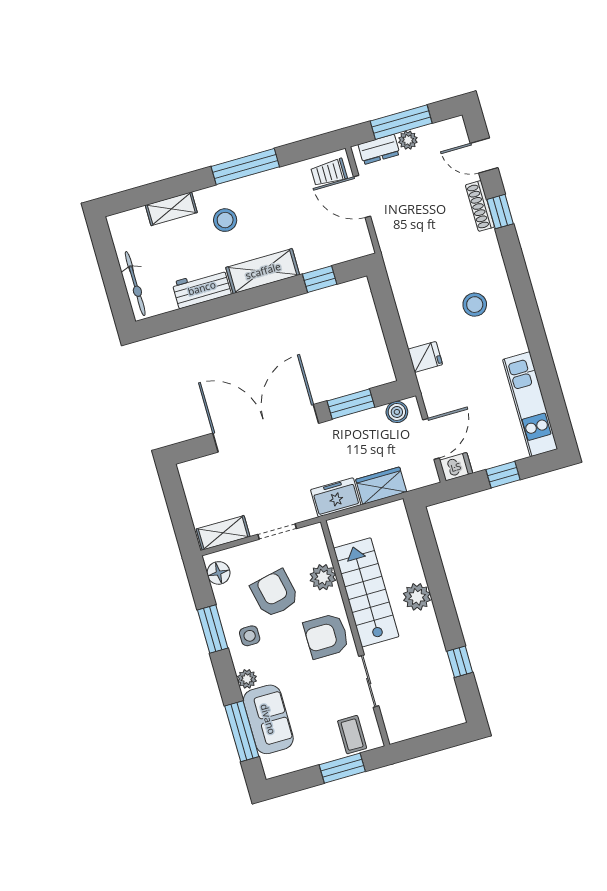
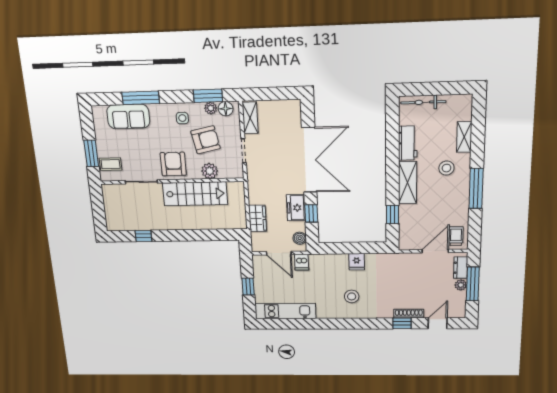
fridge: (425, 357) -> (357, 262), moved
window: (351, 404) -> (311, 214), width x0.67
dishwasher: (456, 467) -> (302, 262), moved
freezer: (336, 497) -> (296, 208), moved, turned 180
plant: (417, 597) -> (186, 222), removed
window: (213, 629) -> (208, 96), moved
plant: (247, 679) -> (211, 108), moved
window: (242, 731) -> (141, 98), moved

